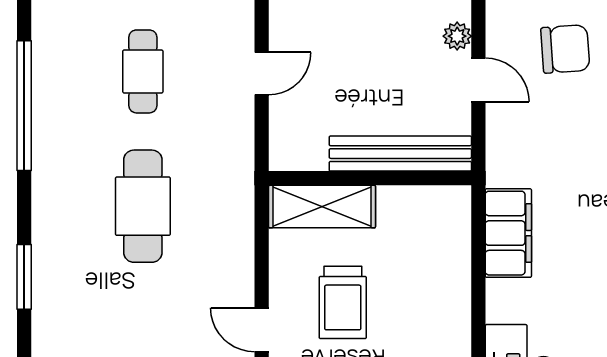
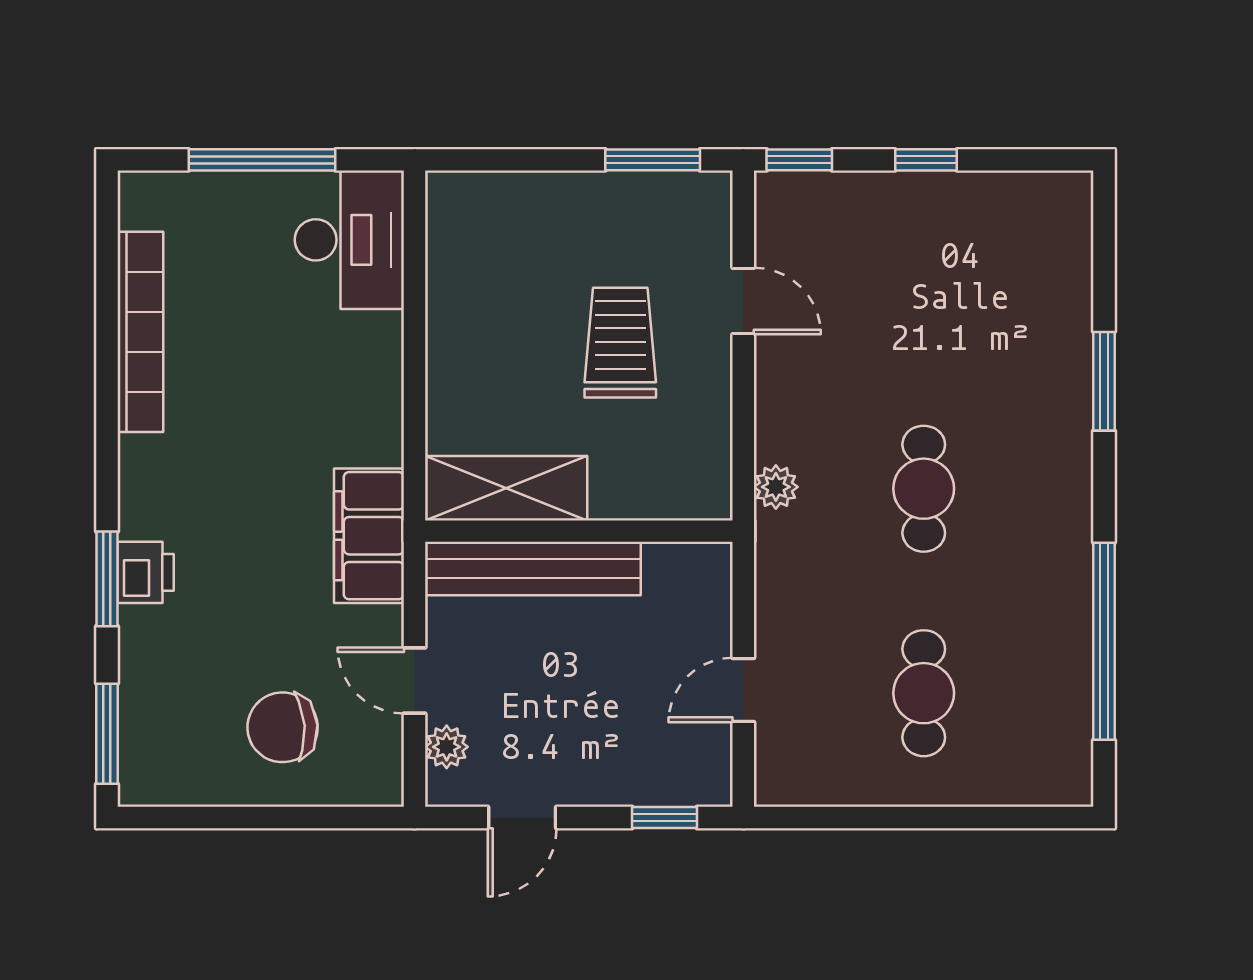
cafe table: (143, 206) -> (924, 489), width x0.73, depth x0.74
plant: (240, 207) -> (776, 487), added
shelving: (322, 207) -> (506, 488), moved
filing cabinet: (508, 233) -> (369, 536), moved

